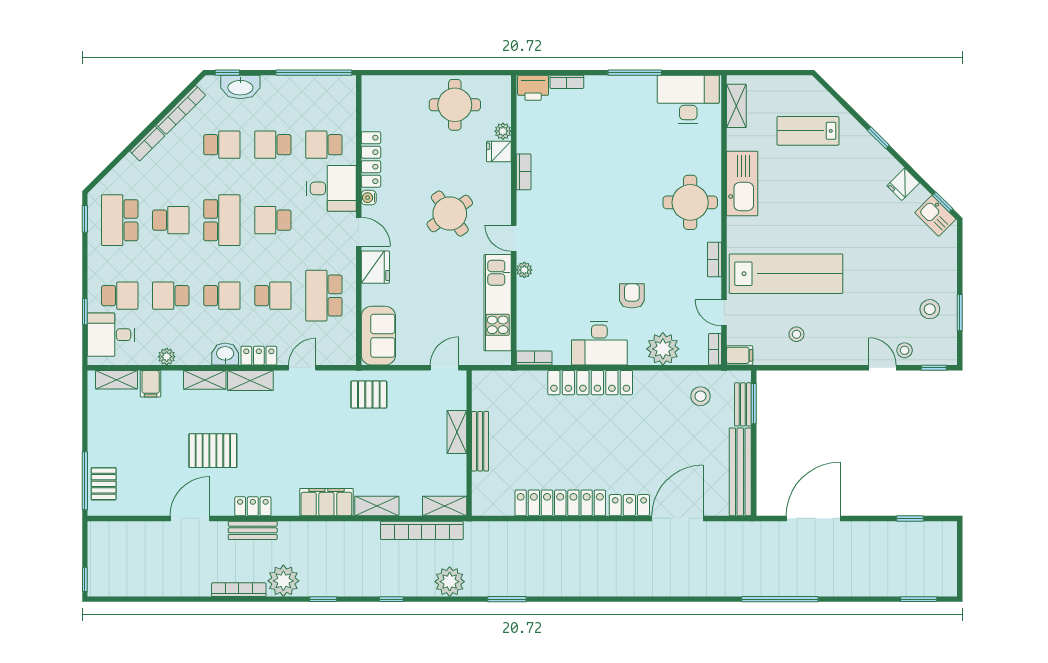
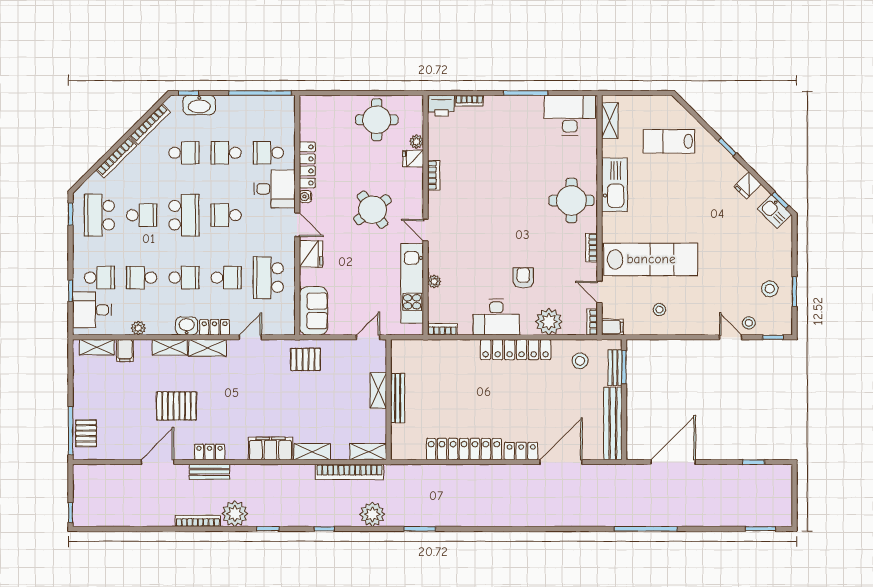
bookcase: (147, 144) -> (116, 158), width x1.56
plant: (524, 270) -> (434, 281), moved
locker: (590, 383) -> (516, 350), moved

